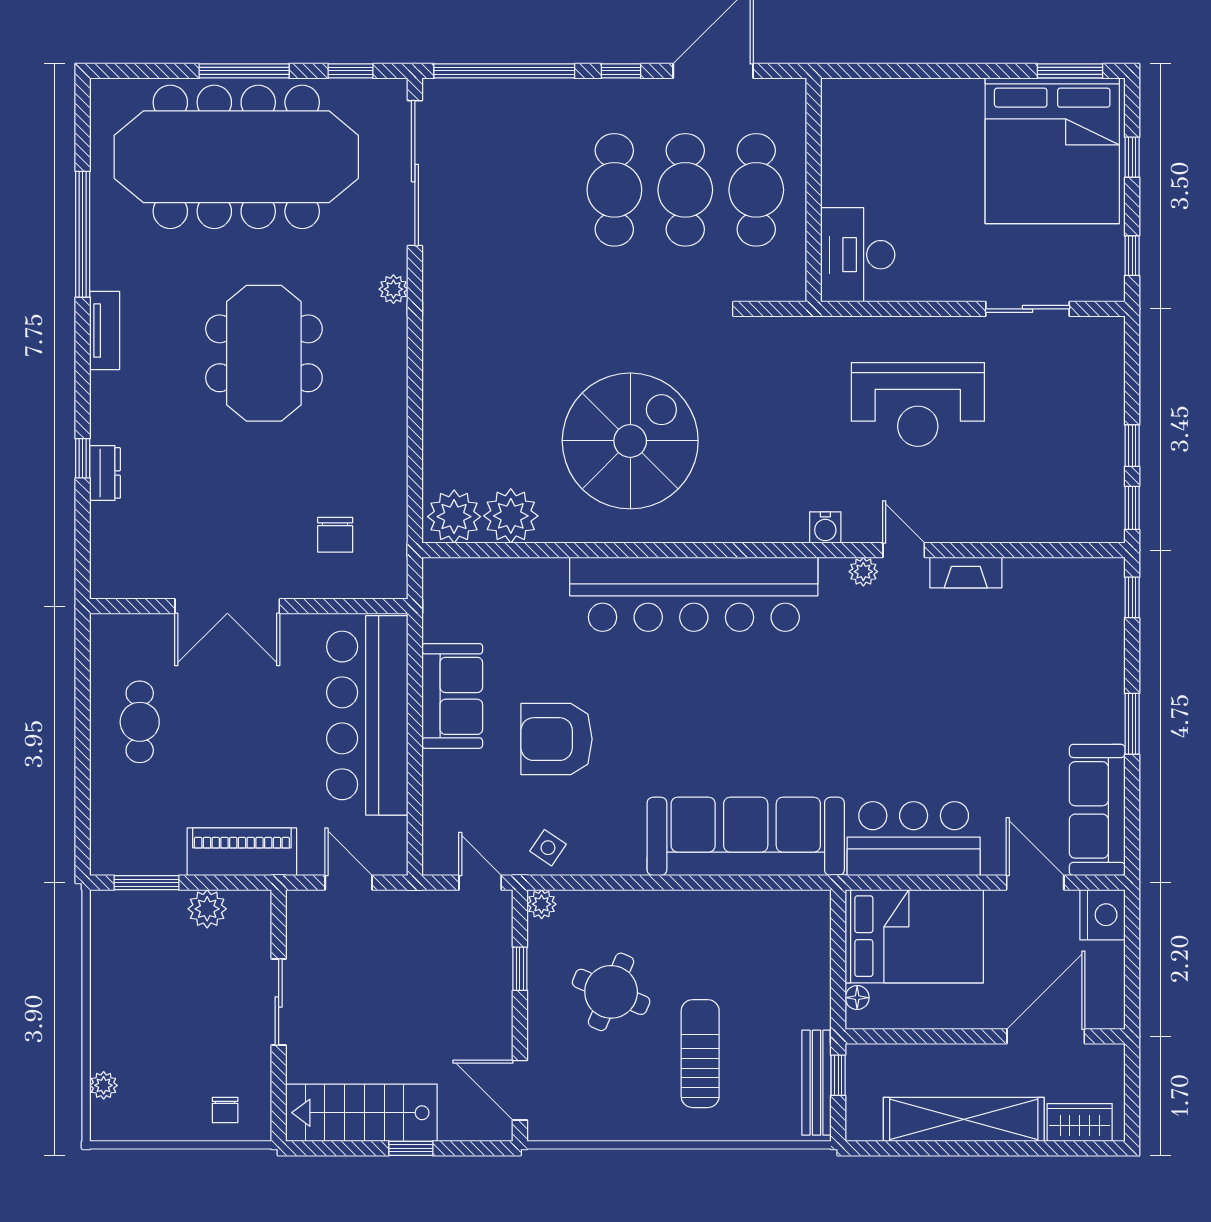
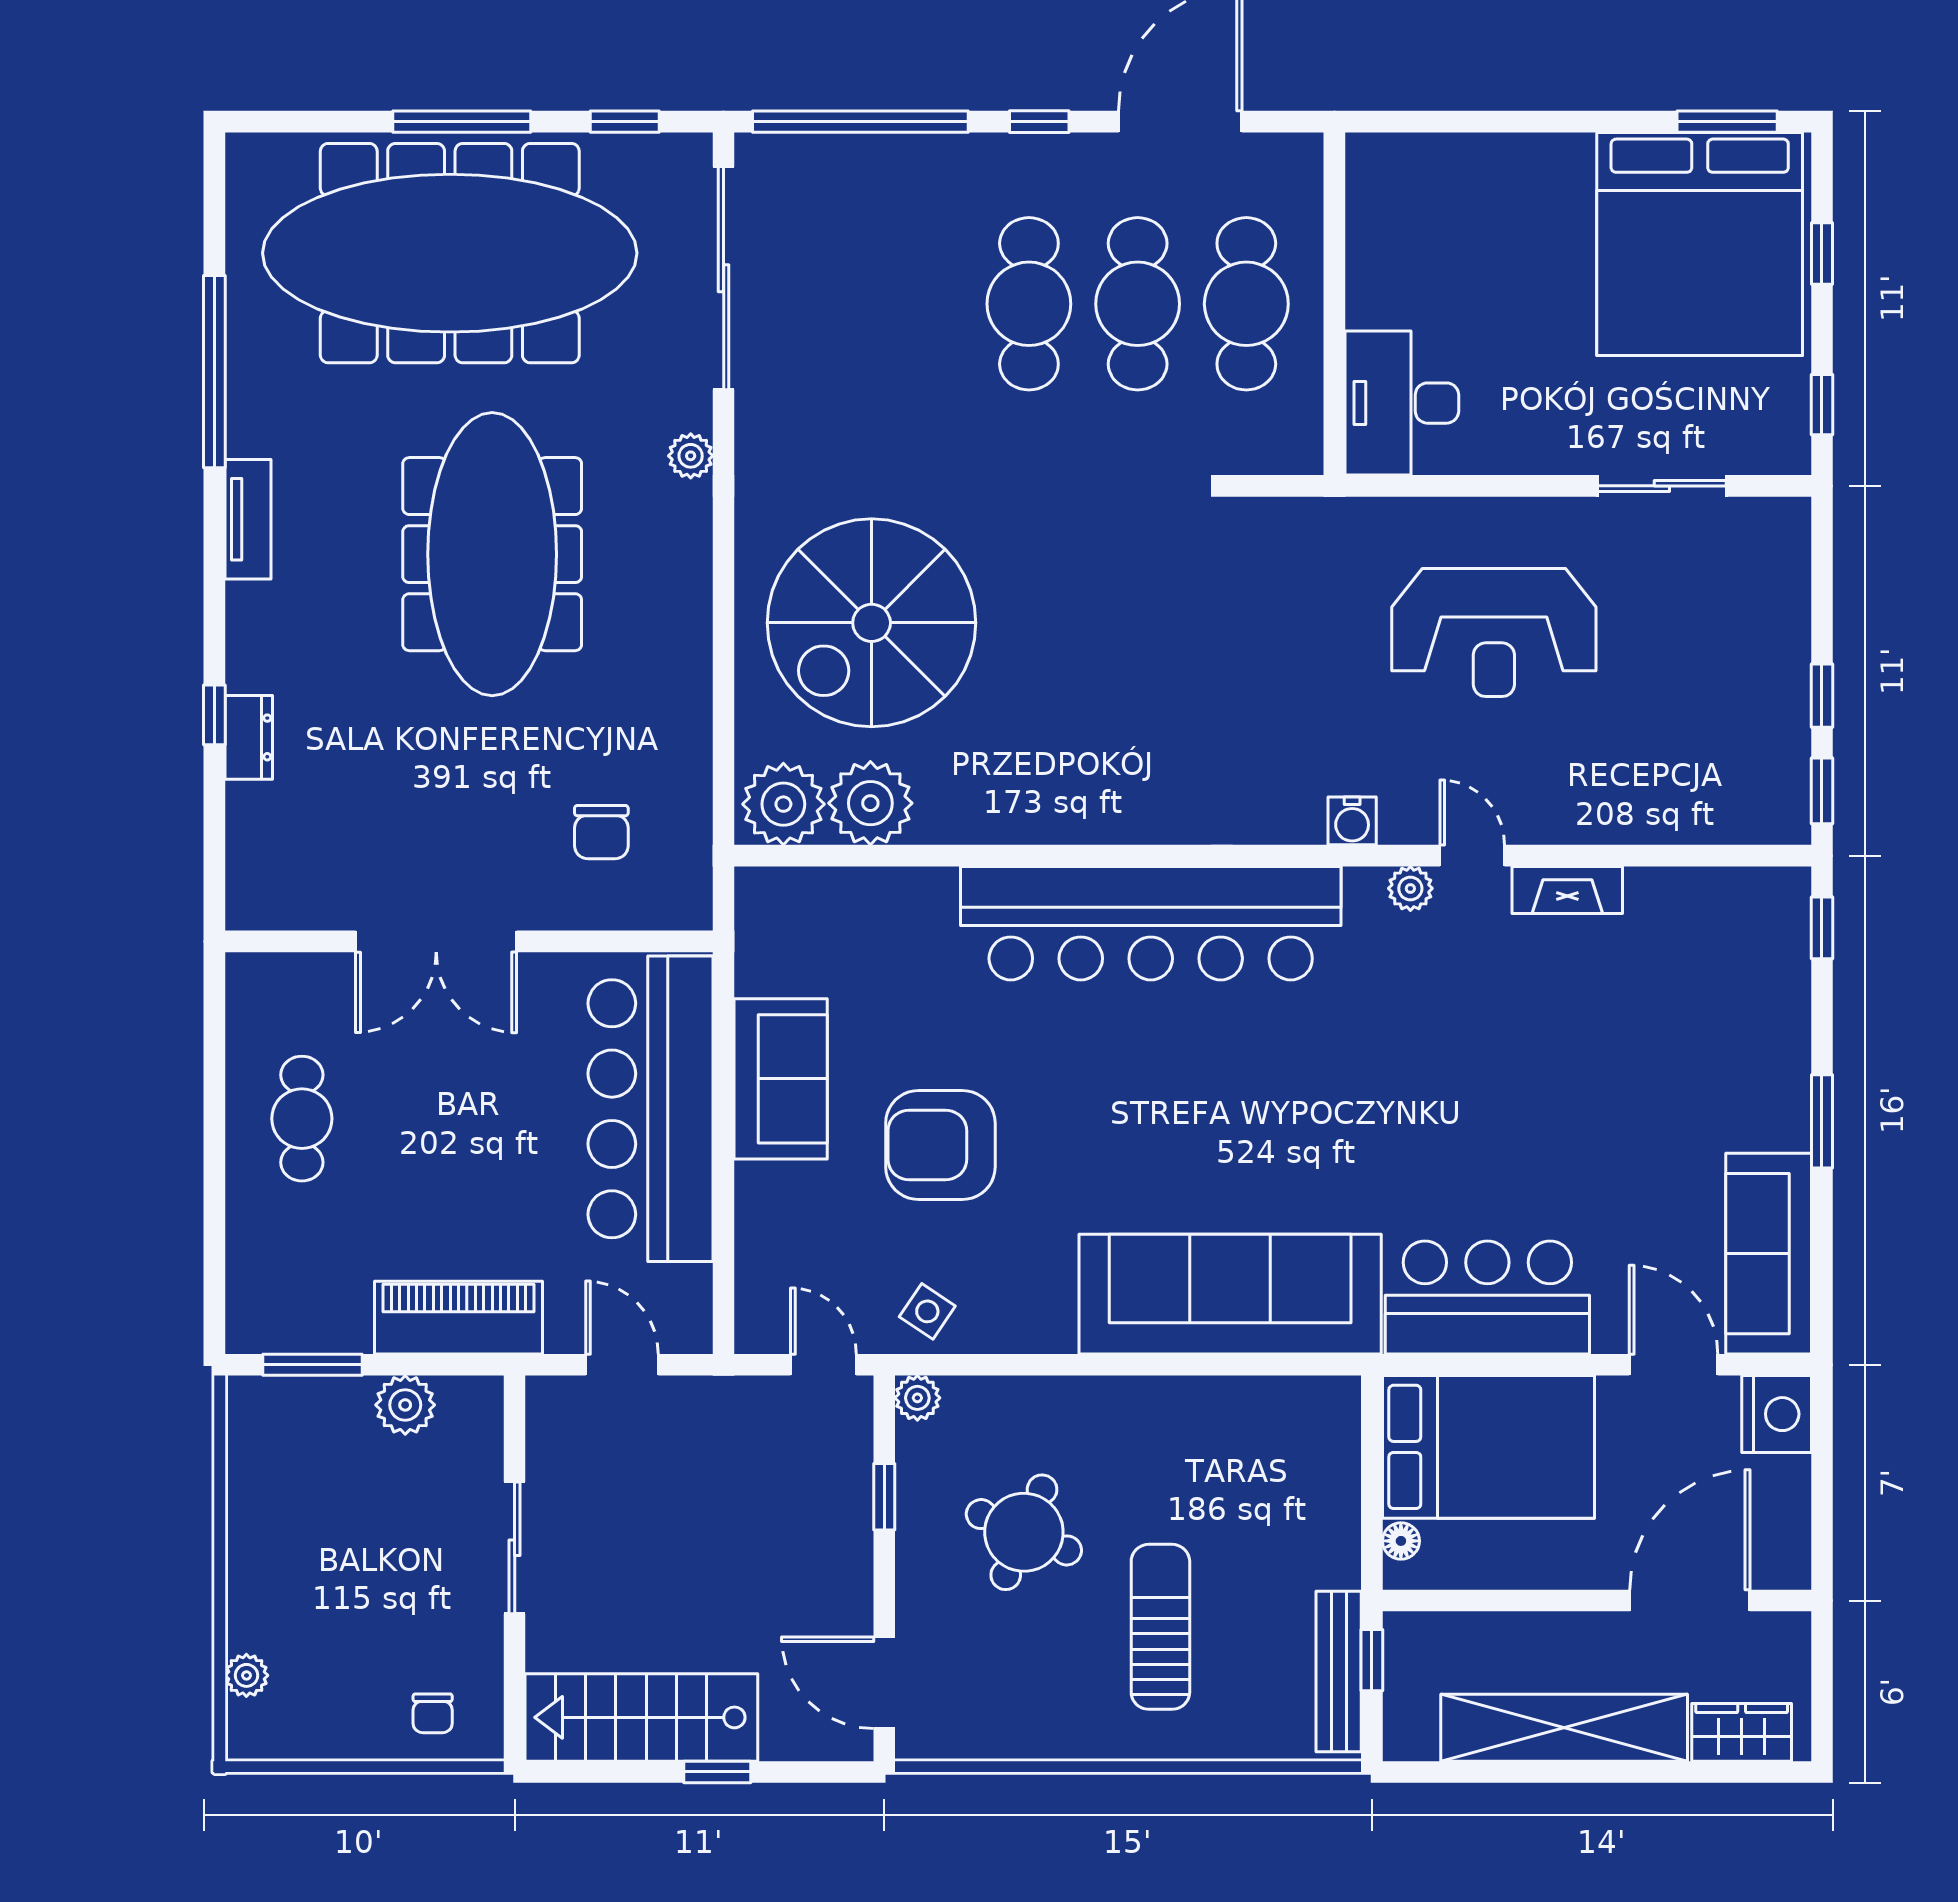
meeting table: (264, 353) -> (492, 554), width x1.36
spiral stairs: (630, 441) -> (872, 623), moved, turned 180

